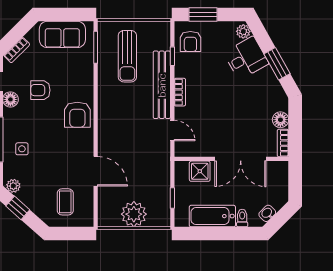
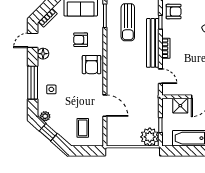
armchair: (190, 41) -> (174, 12), turned -90
armchair: (40, 90) -> (81, 40), moved
plant: (134, 214) -> (150, 137), moved

